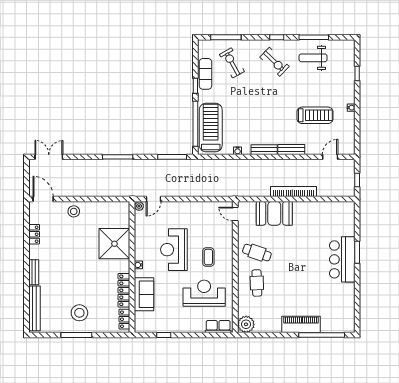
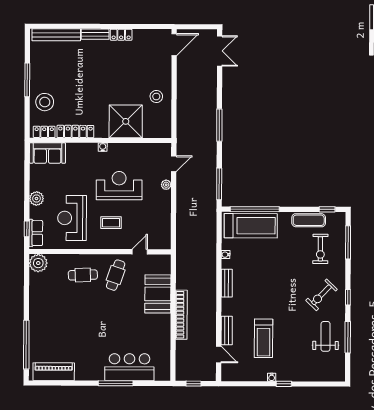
exercise bike: (232, 63) -> (320, 249), turned 119
window: (357, 73) -> (284, 384), moved
window: (195, 86) -> (327, 209), moved
bench: (291, 149) -> (227, 331), moved
door: (154, 199) -> (174, 164), swing flipped
plant: (139, 206) -> (166, 185), moved
stool: (74, 211) -> (156, 97), moved
door: (235, 214) -> (140, 252), moved
locker: (34, 234) -> (121, 35), moved
window: (357, 252) -> (116, 383), width x1.44
bar counter: (342, 259) -> (129, 367), moved
reception desk: (204, 293) -> (72, 218), turned 180
sofa: (144, 294) -> (47, 153), moved
stool: (79, 313) -> (45, 102), moved
piano: (301, 324) -> (54, 372), moved, turned -90
plant: (186, 326) -> (36, 198), added
window: (164, 335) -> (27, 229), moved

